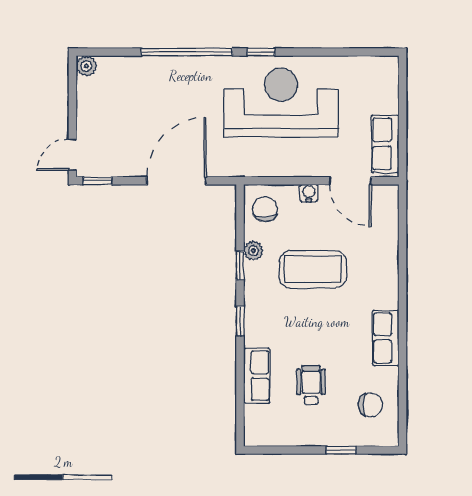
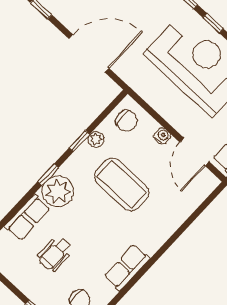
chair: (265, 209) -> (127, 121), turned 90
plant: (262, 328) -> (58, 191), added
wheelchair: (311, 385) -> (55, 254), turned 180

